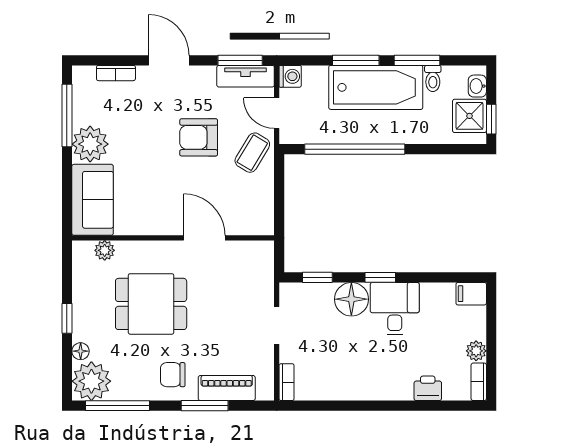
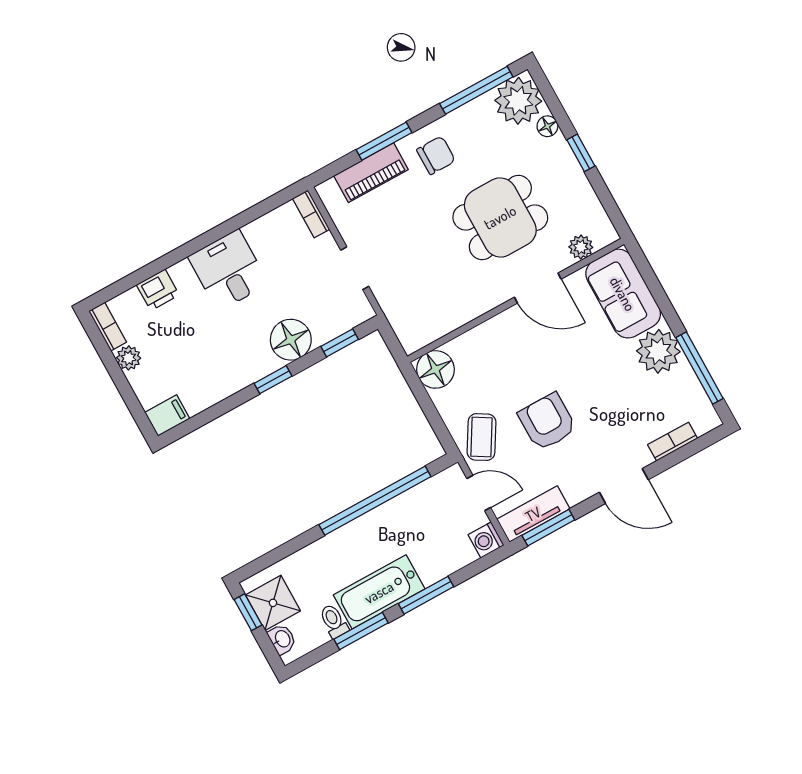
bathtub: (376, 87) -> (379, 592), width x0.73, depth x0.73
armchair: (199, 137) -> (547, 422), turned -90
floor lamp: (259, 220) -> (435, 369), added
door: (204, 238) -> (538, 288), moved
desk: (395, 309) -> (228, 270), moved, turned 180

